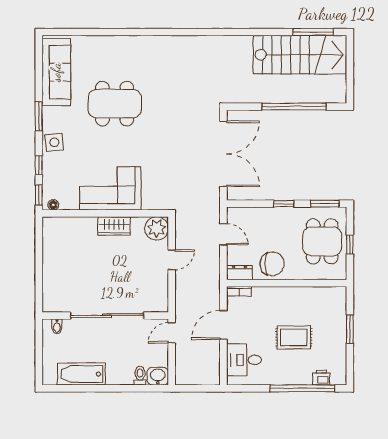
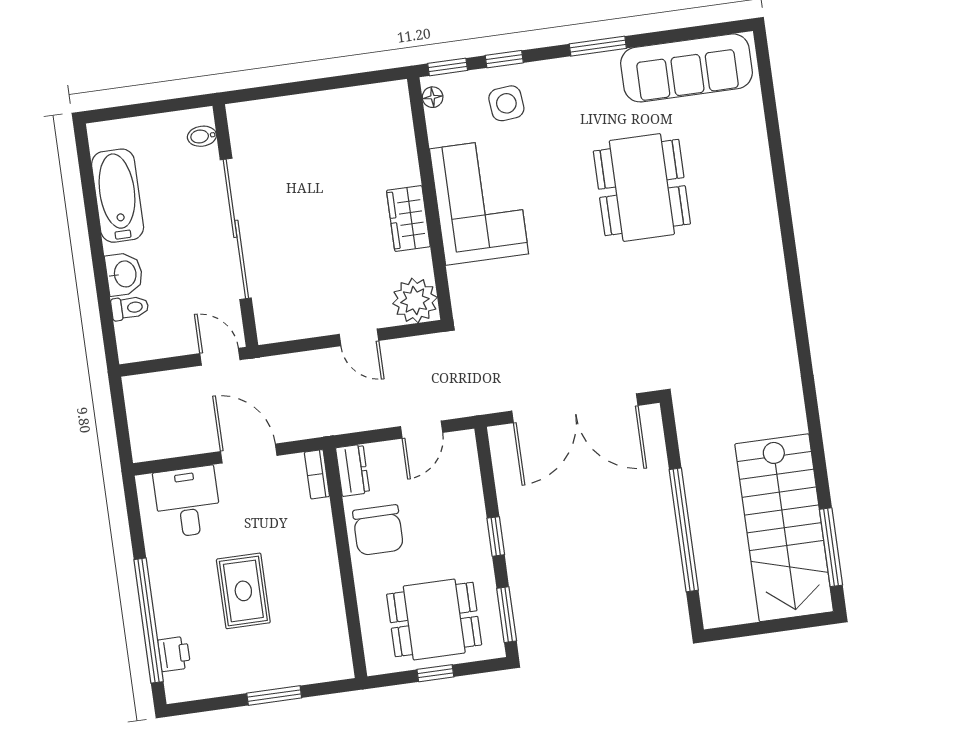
side table: (54, 142) -> (506, 103), moved
washbasin: (158, 376) -> (124, 274), moved

